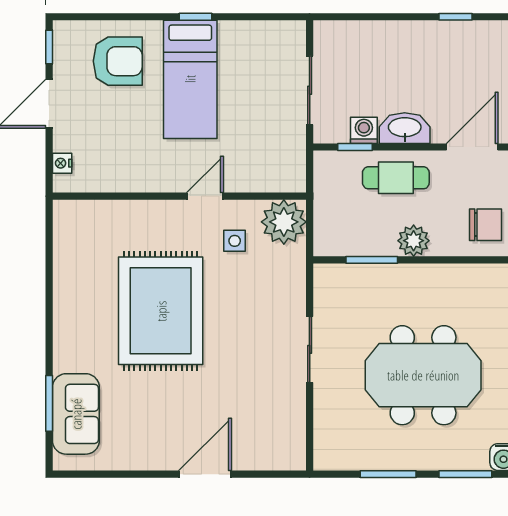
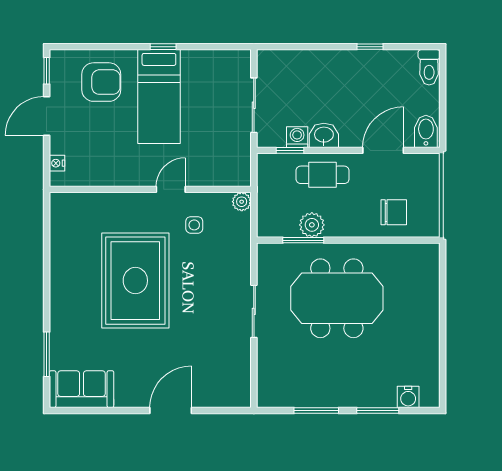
washbasin: (405, 128) -> (324, 135), width x0.72
plant: (284, 222) -> (242, 202), width x0.53, depth x0.53
plant: (414, 241) -> (312, 225), moved
meeting table: (423, 375) -> (337, 298), moved
sofa: (76, 414) -> (81, 389), moved, turned -90

